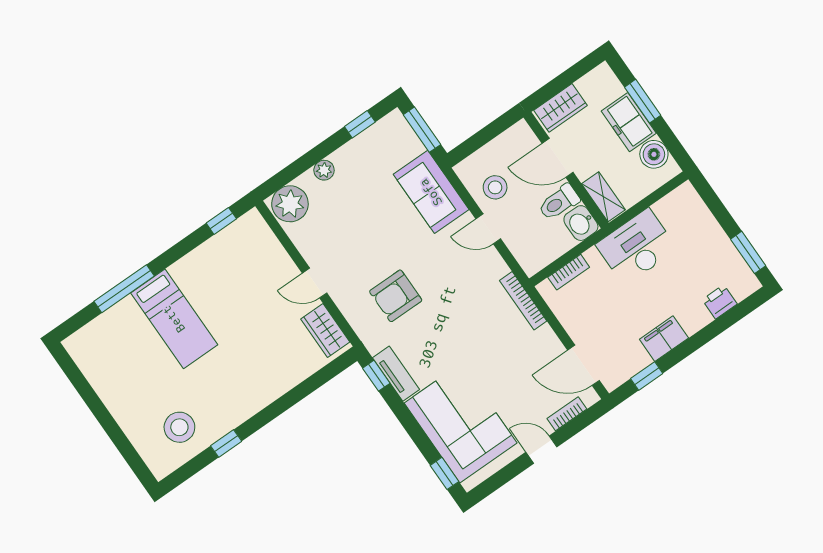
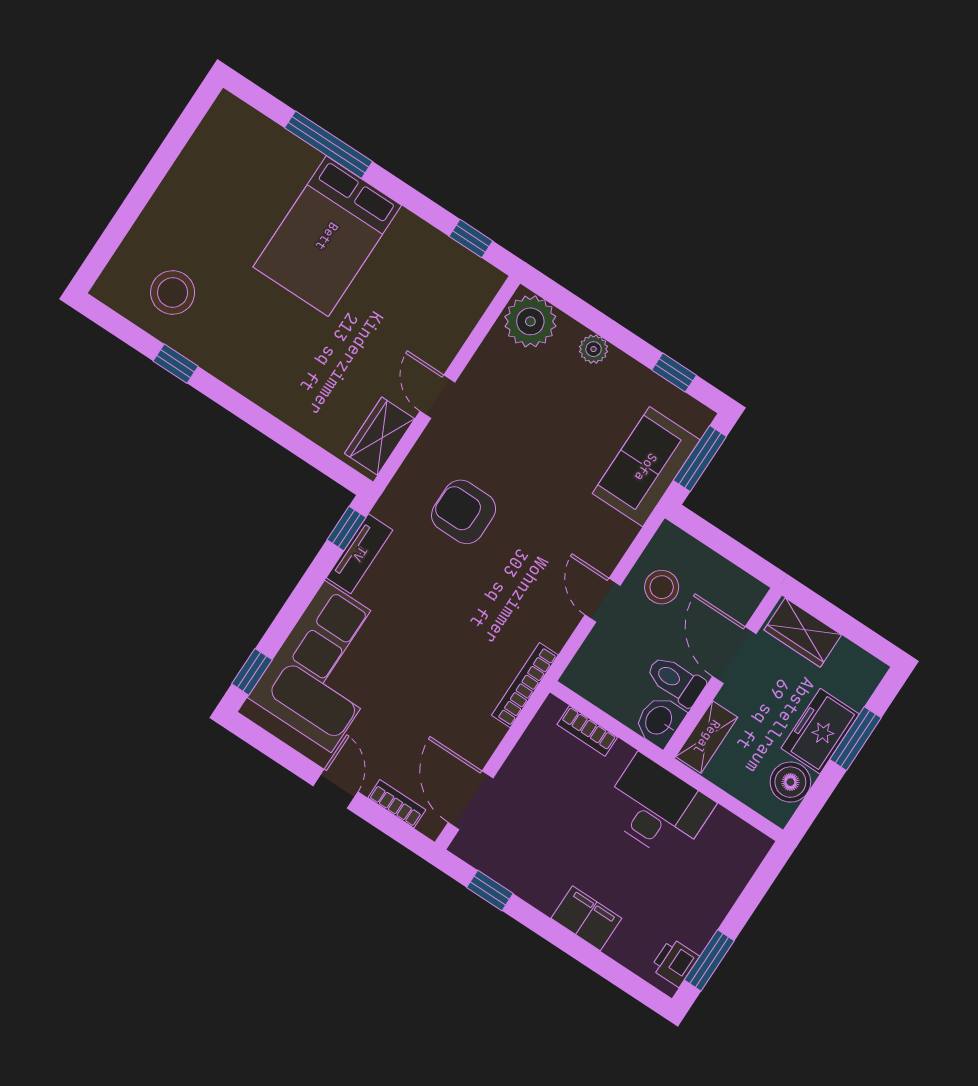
sofa: (431, 192) -> (646, 467), moved
printer: (720, 302) -> (675, 962), moved, turned -90
bed: (174, 319) -> (327, 236), width x1.50
filing cabinet: (664, 339) -> (586, 918), moved

